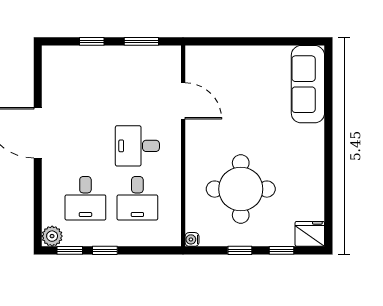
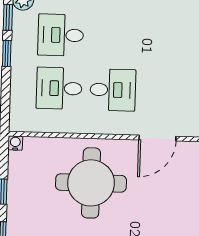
desk: (137, 146) -> (113, 90), turned 90
round table: (241, 189) -> (91, 183), moved

